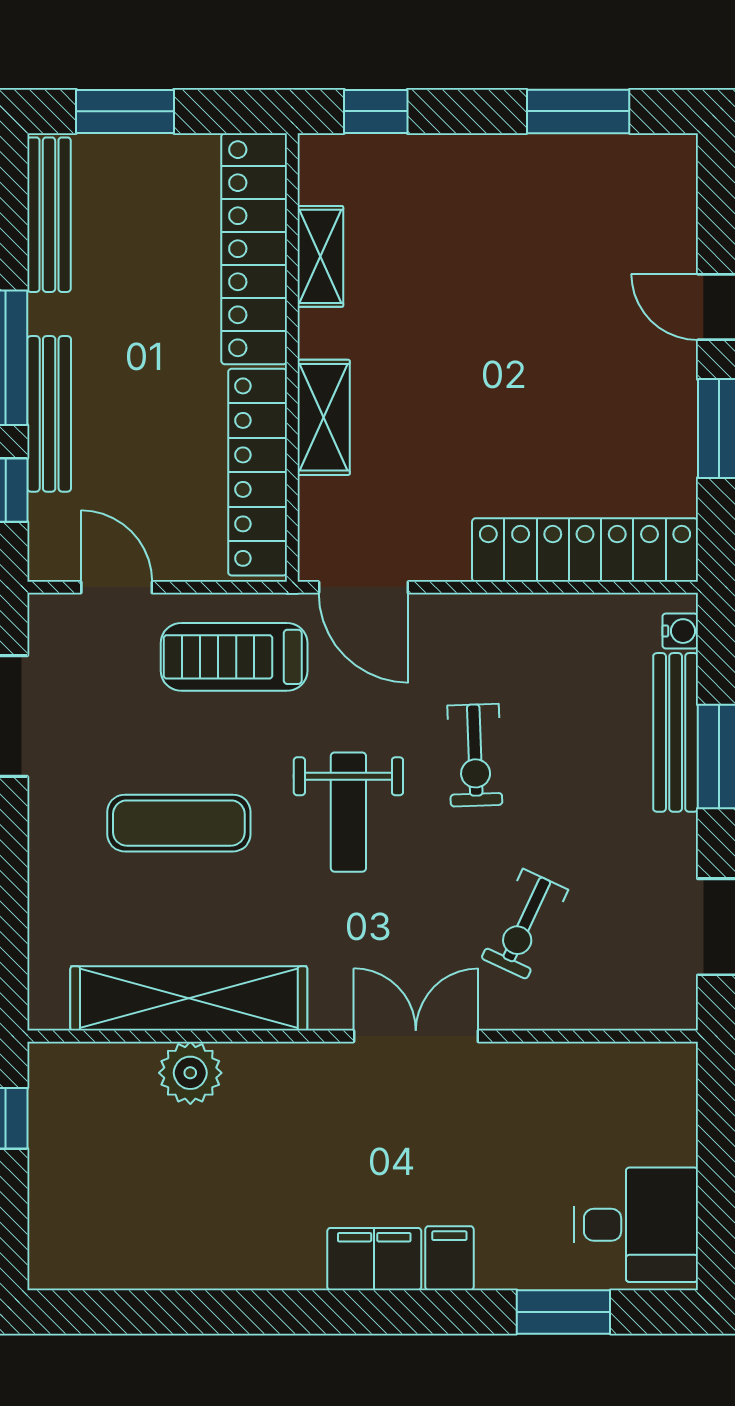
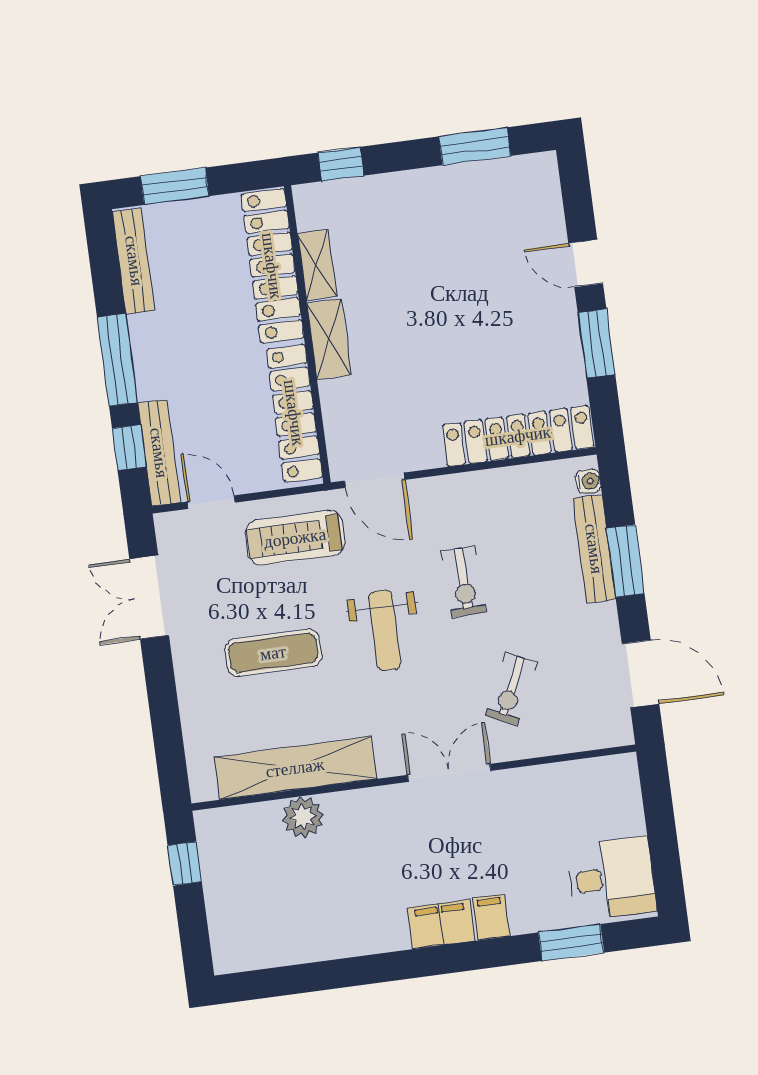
bench: (49, 414) -> (159, 453), moved
shelving: (324, 417) -> (329, 339), moved

